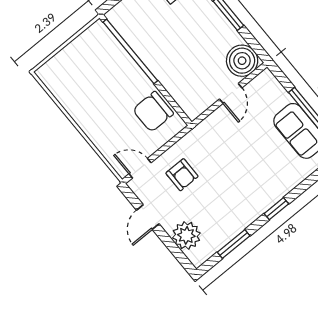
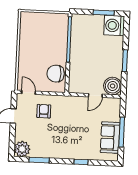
armchair: (182, 175) -> (44, 111), turned 180
window: (276, 209) -> (81, 162), moved
plant: (186, 235) -> (22, 149), moved

